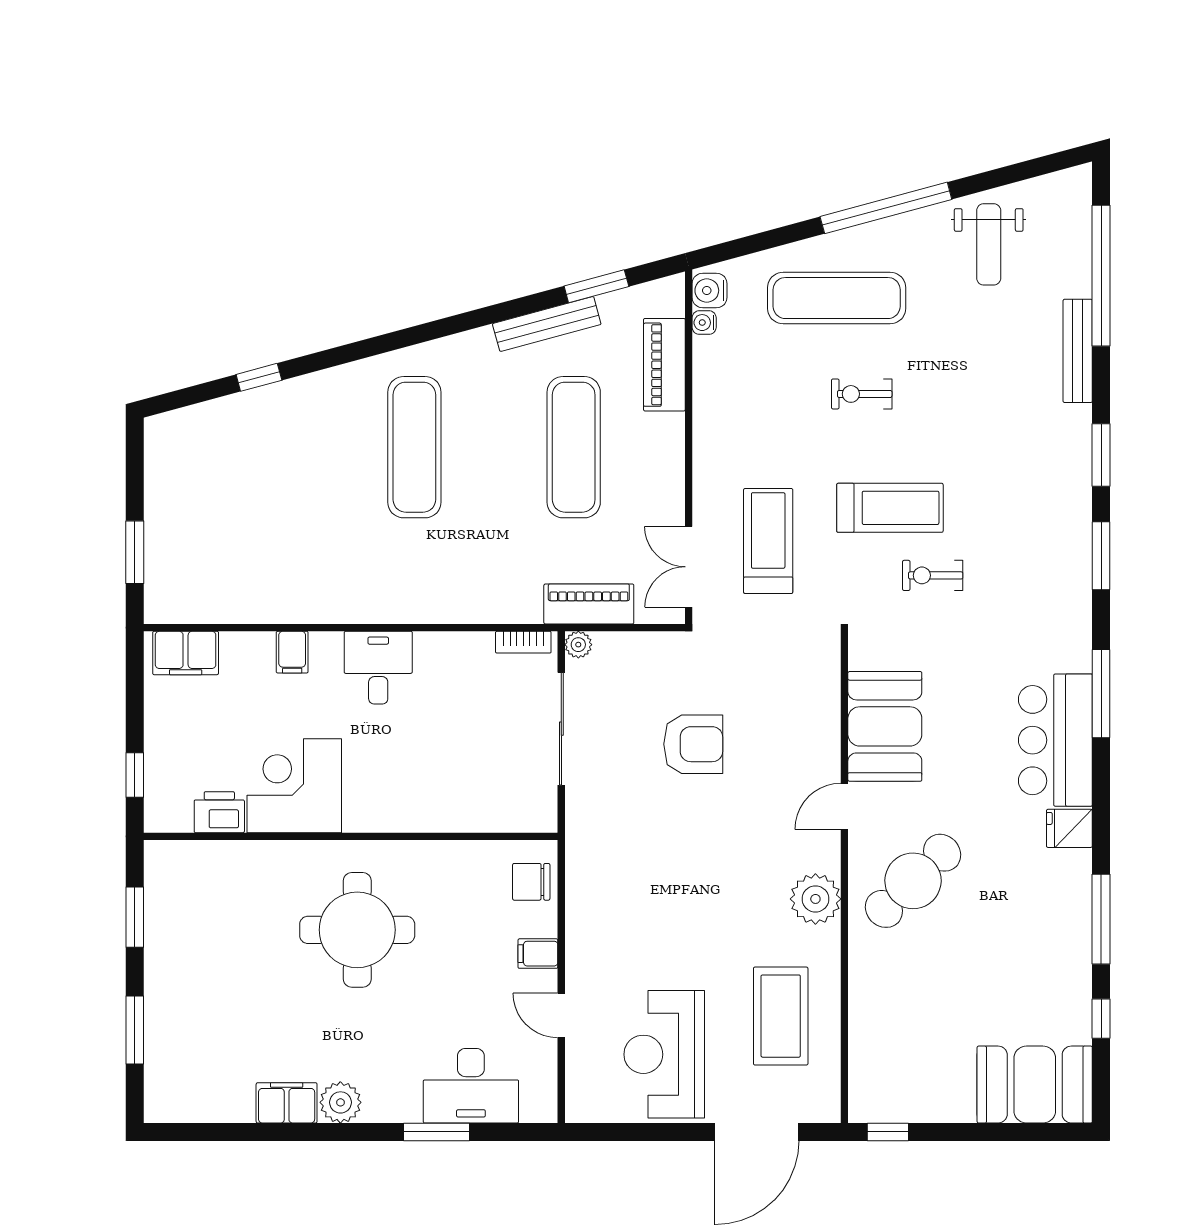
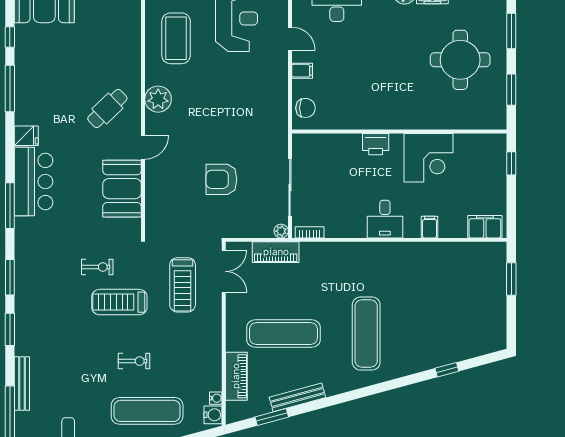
exercise mat: (574, 447) -> (283, 333), turned 90
printer: (219, 812) -> (376, 144), moved
cafe table: (913, 881) -> (107, 108), width x0.73, depth x0.74
round table: (357, 930) -> (460, 60), moved

